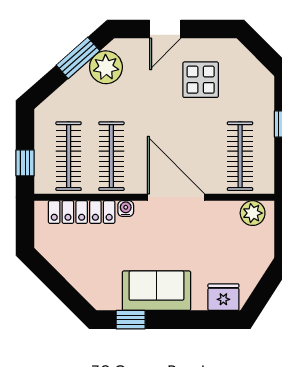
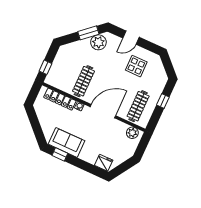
clothes rail: (69, 156) -> (65, 73), removed
door: (176, 197) -> (103, 111), hinge flipped
sofa: (156, 291) -> (66, 142), moved

